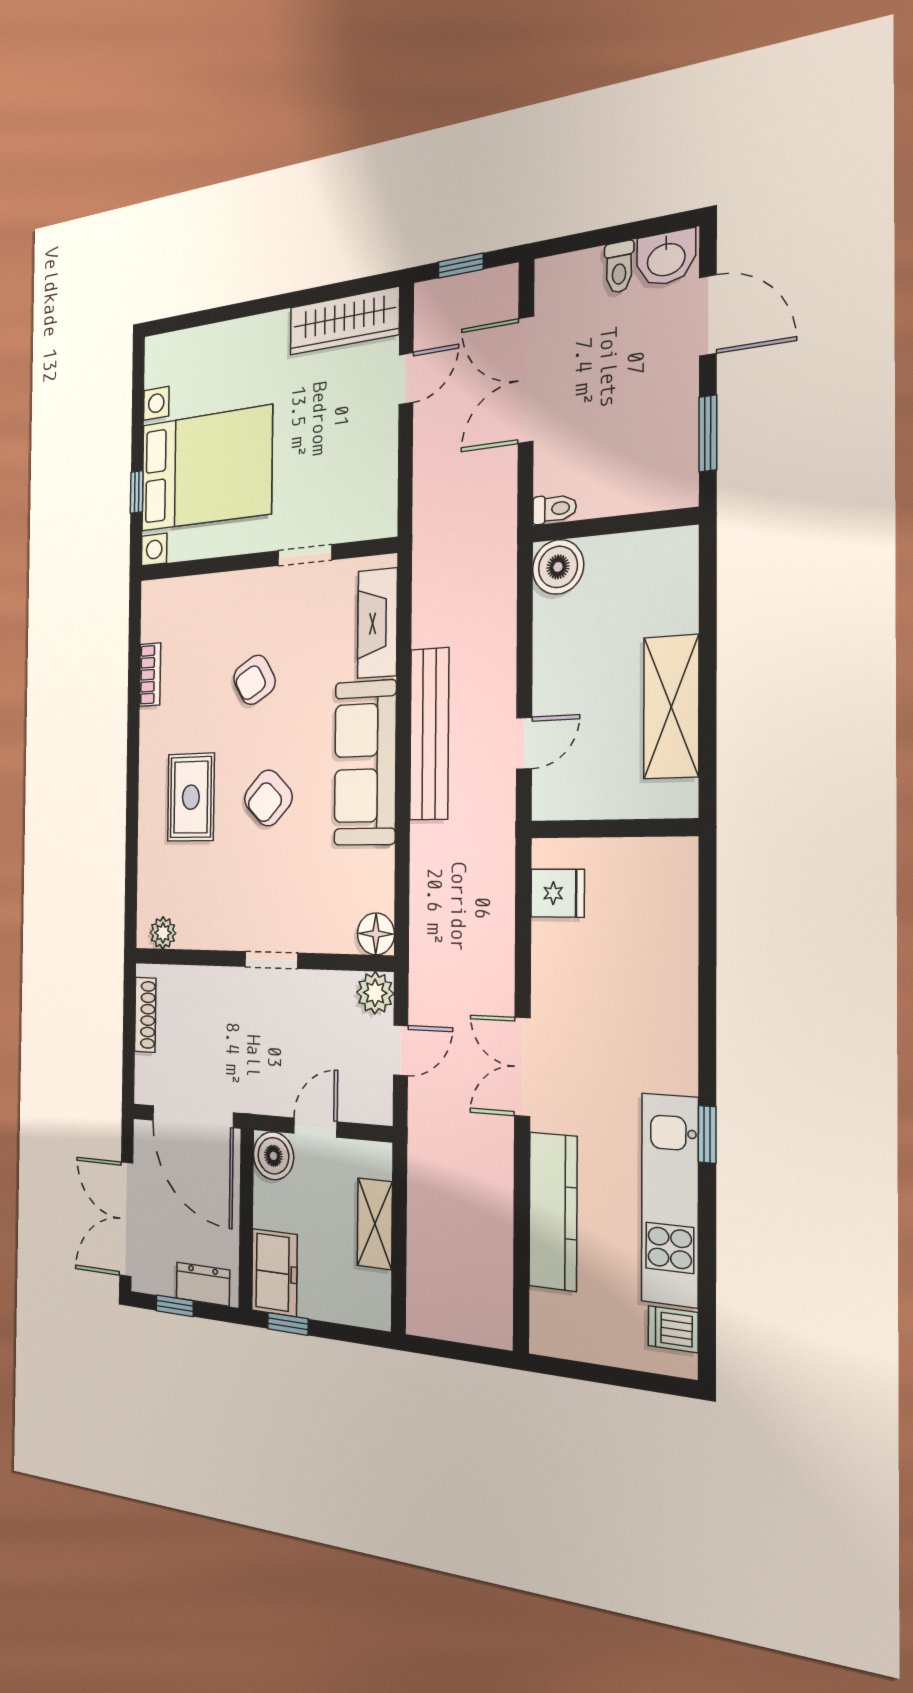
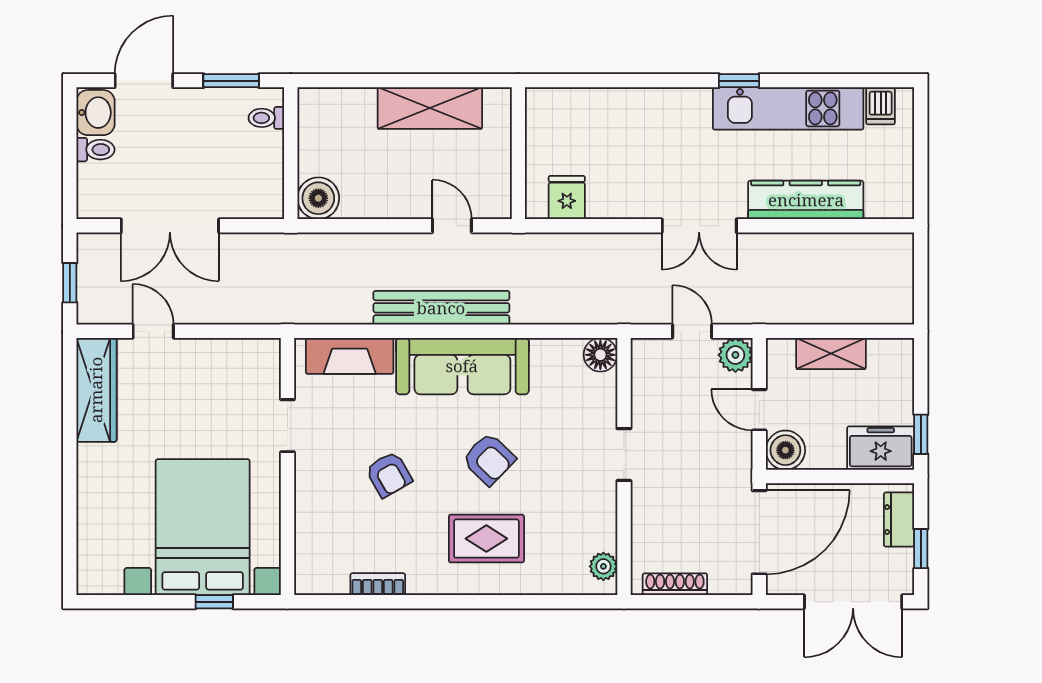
toilet: (554, 509) -> (266, 118), moved, turned -90
plant: (375, 993) -> (735, 355), moved

